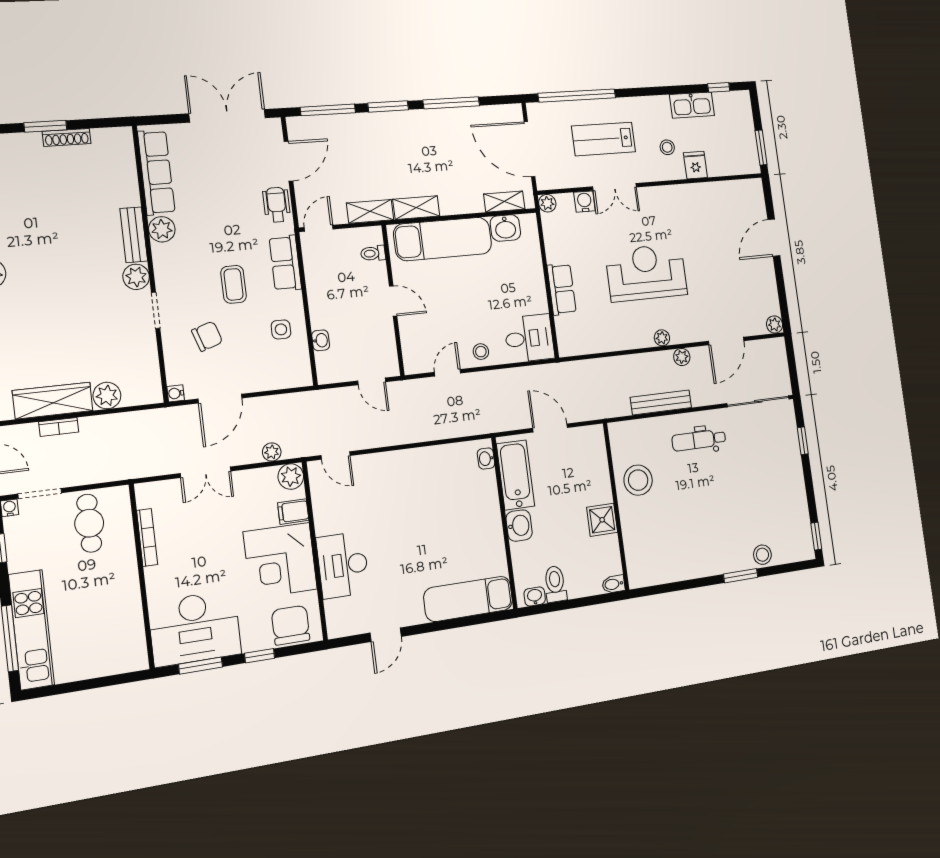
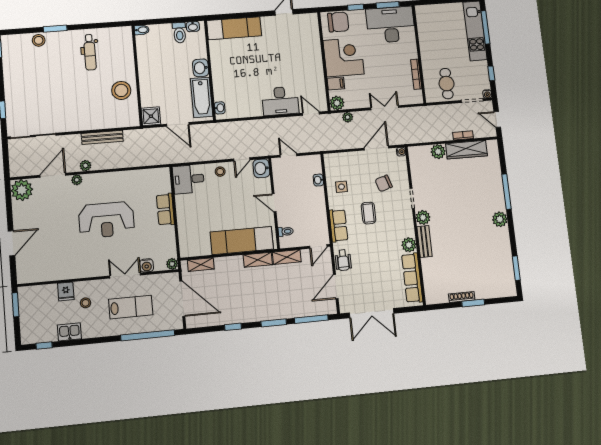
window: (451, 103) -> (233, 327), width x0.46
kitchen sink: (692, 105) -> (69, 332), width x0.73
washbasin: (505, 228) -> (261, 168), moved, turned -90
plant: (775, 324) -> (22, 190), width x1.87, depth x1.87
plant: (662, 338) -> (77, 180), moved
dental chair: (699, 440) -> (90, 52), moved, turned 90
shower: (602, 520) -> (151, 116), moved
desk: (343, 565) -> (280, 101), moved, turned 90
chair: (291, 625) -> (338, 22), turned -90

